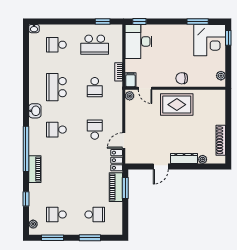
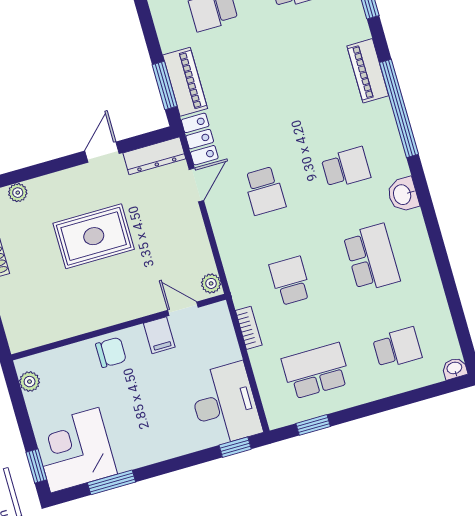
filing cabinet: (131, 80) -> (159, 335), moved
rug: (177, 105) -> (94, 236), moved
dresser: (184, 159) -> (154, 156), moved

